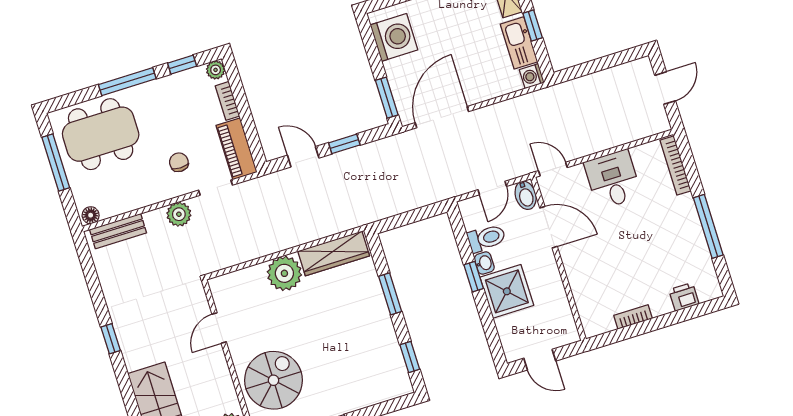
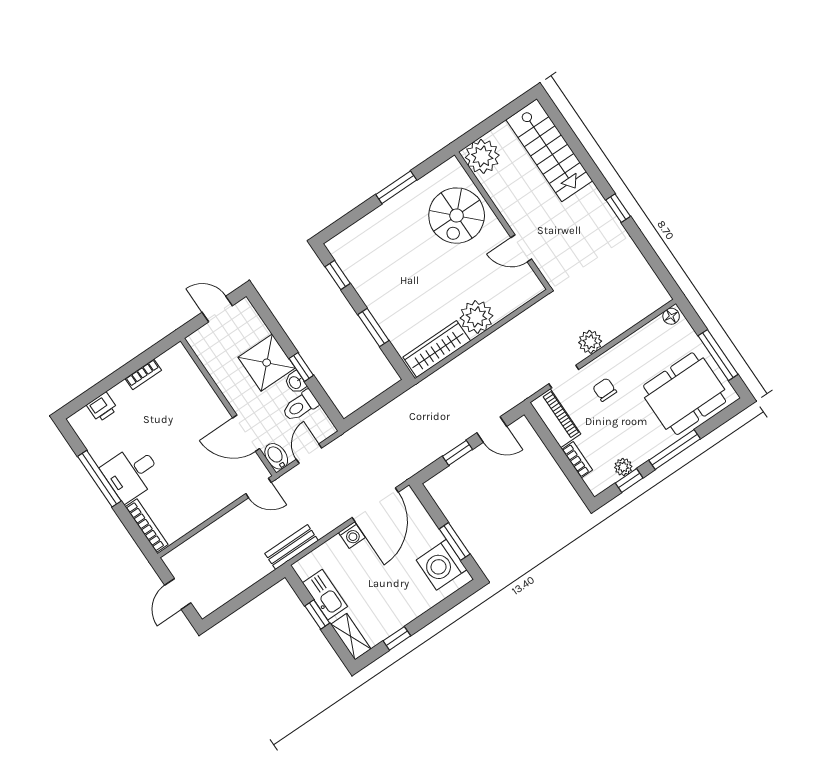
plant: (216, 70) -> (623, 467), moved
washing machine: (532, 76) -> (352, 535), moved, turned 90
window: (387, 98) -> (455, 541), moved
chair: (179, 162) -> (605, 390), turned 180
desk: (613, 179) -> (132, 473), moved, turned 90
bench: (118, 231) -> (292, 547), moved
door: (219, 328) -> (521, 248), swing flipped

